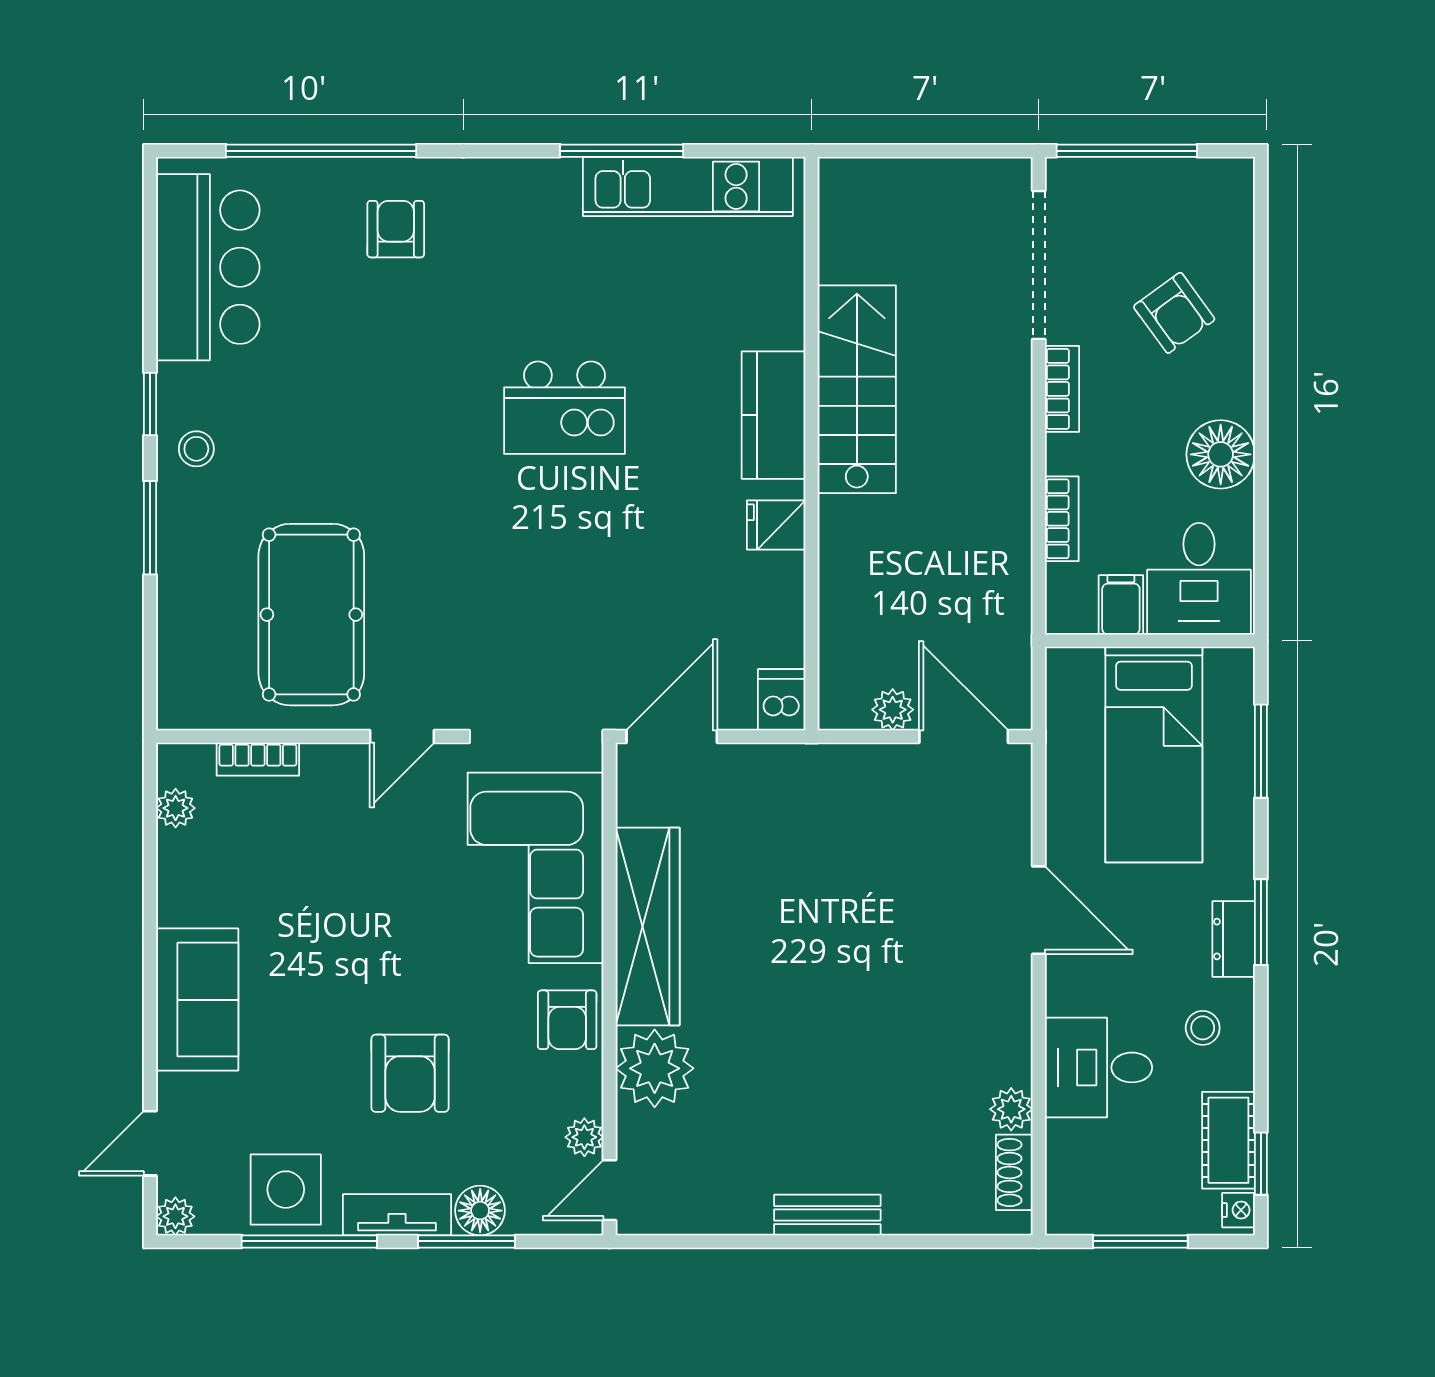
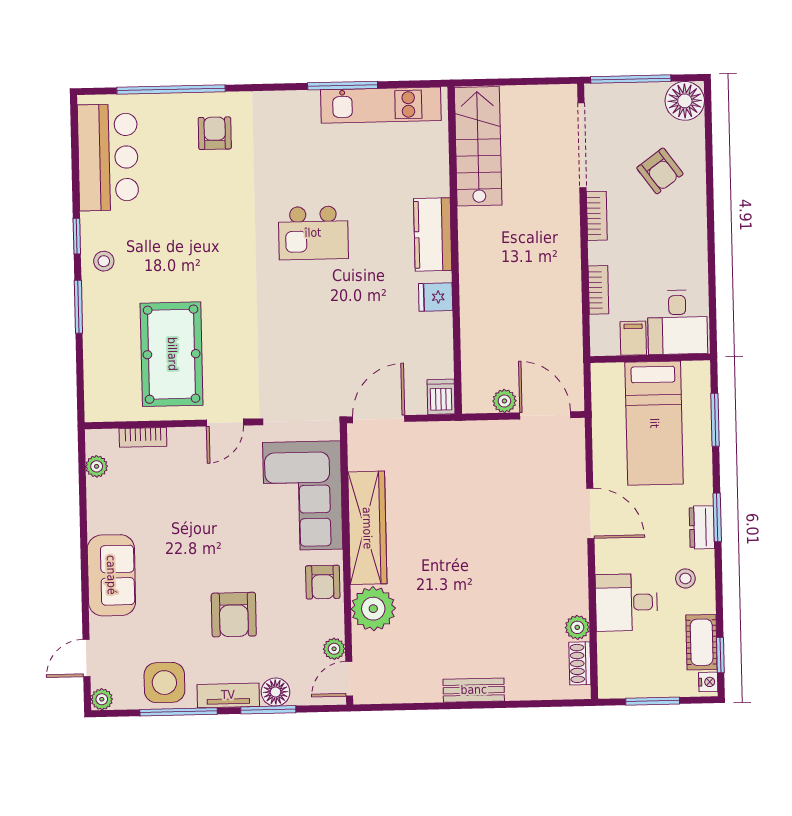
stairs: (857, 389) -> (478, 146), moved
floor lamp: (1221, 454) -> (685, 101), moved

